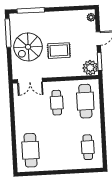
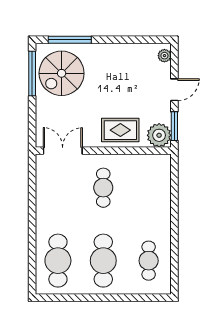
spiral stairs: (28, 47) -> (62, 73), moved
rug: (59, 51) -> (120, 130), moved
double door: (30, 81) -> (63, 151), swing flipped
cafe table: (85, 101) -> (103, 261), moved

